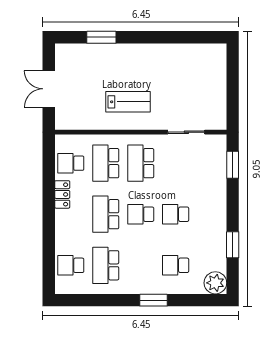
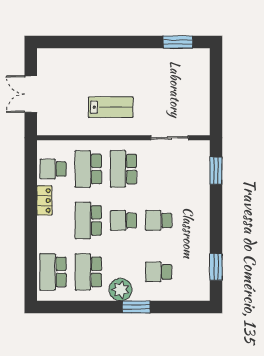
window: (101, 37) -> (178, 42), moved
window: (233, 245) -> (216, 267), moved
school desk: (71, 265) -> (53, 272), width x1.85
plant: (215, 283) -> (121, 290), moved

